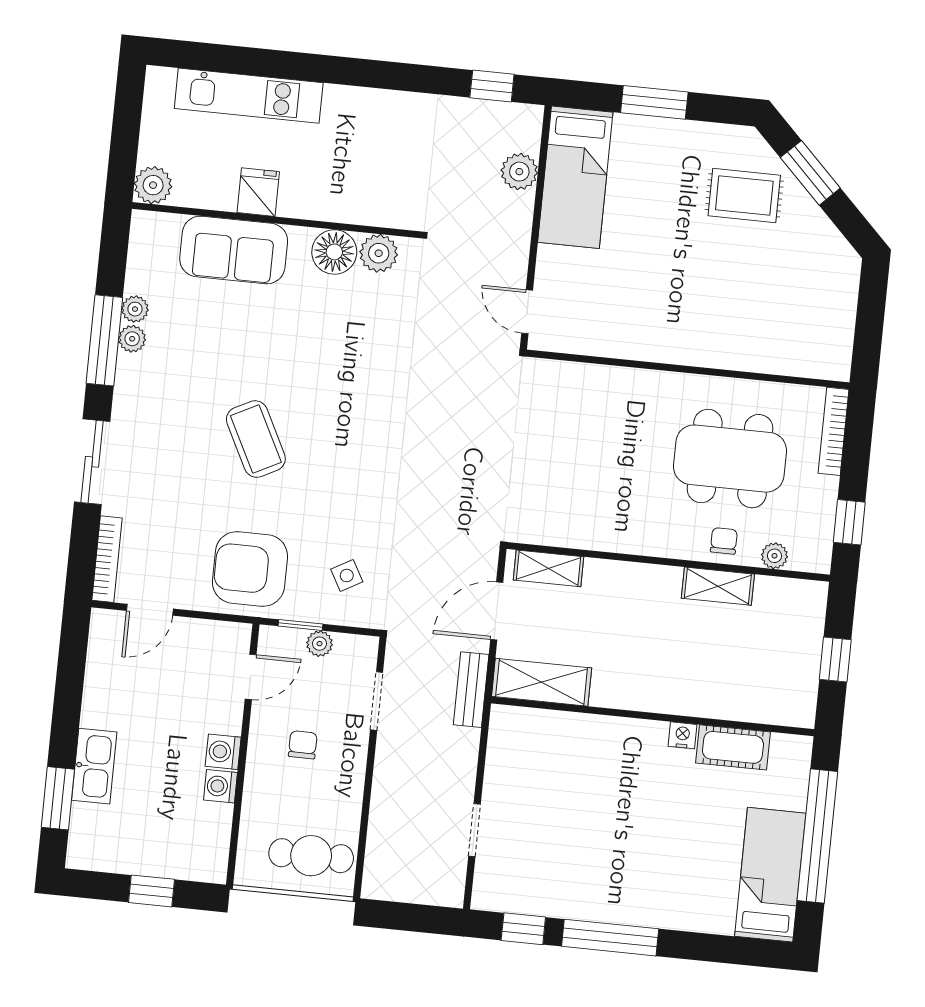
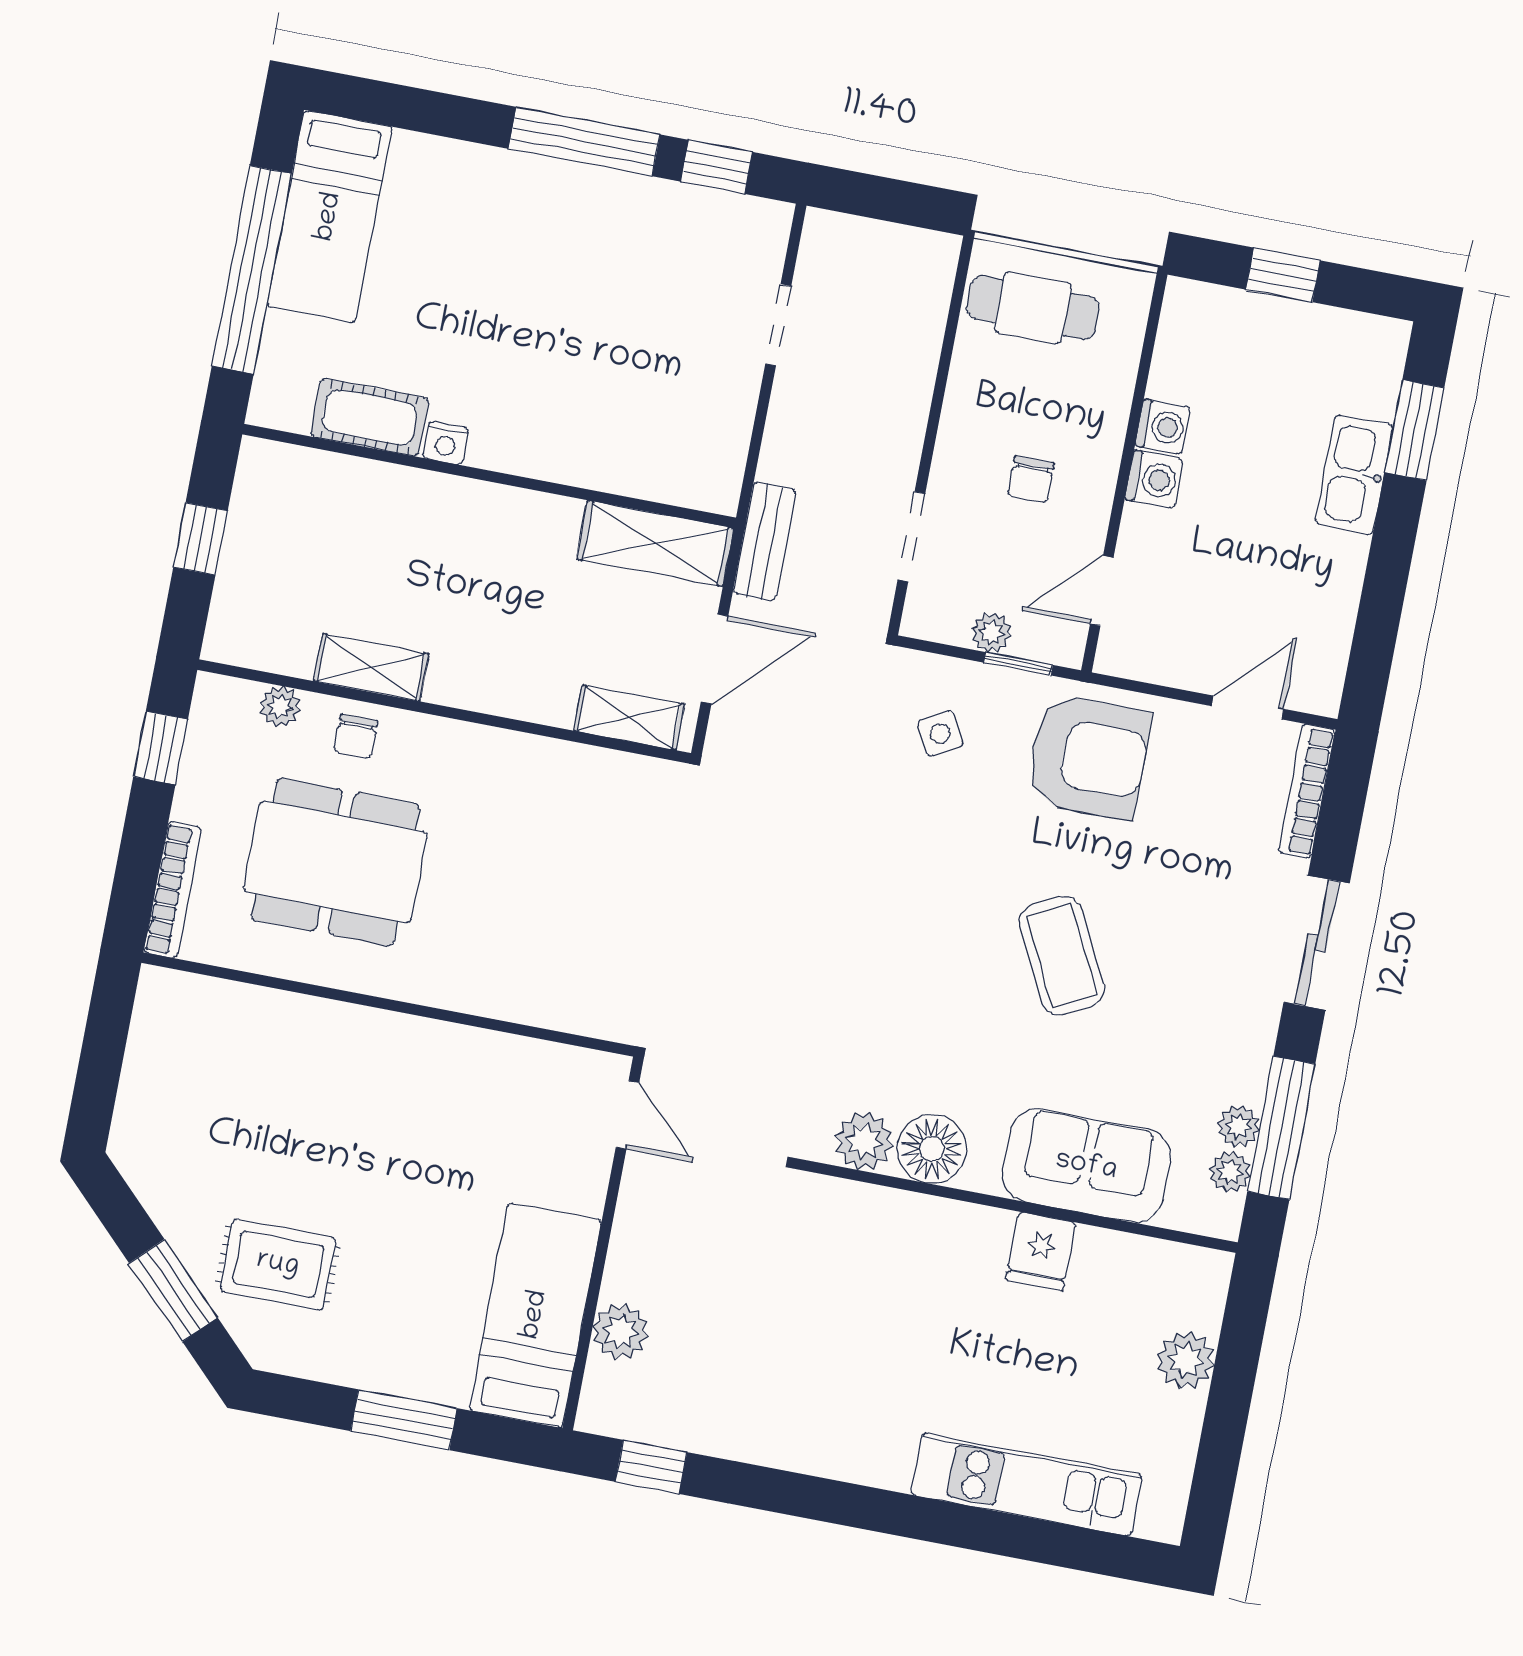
fridge: (258, 192) -> (1041, 1251), moved
wall: (276, 220) -> (1017, 1206), moved
sofa: (234, 250) -> (1086, 1166), moved
floor lamp: (334, 252) -> (932, 1149), moved
plant: (379, 253) -> (864, 1141), moved

